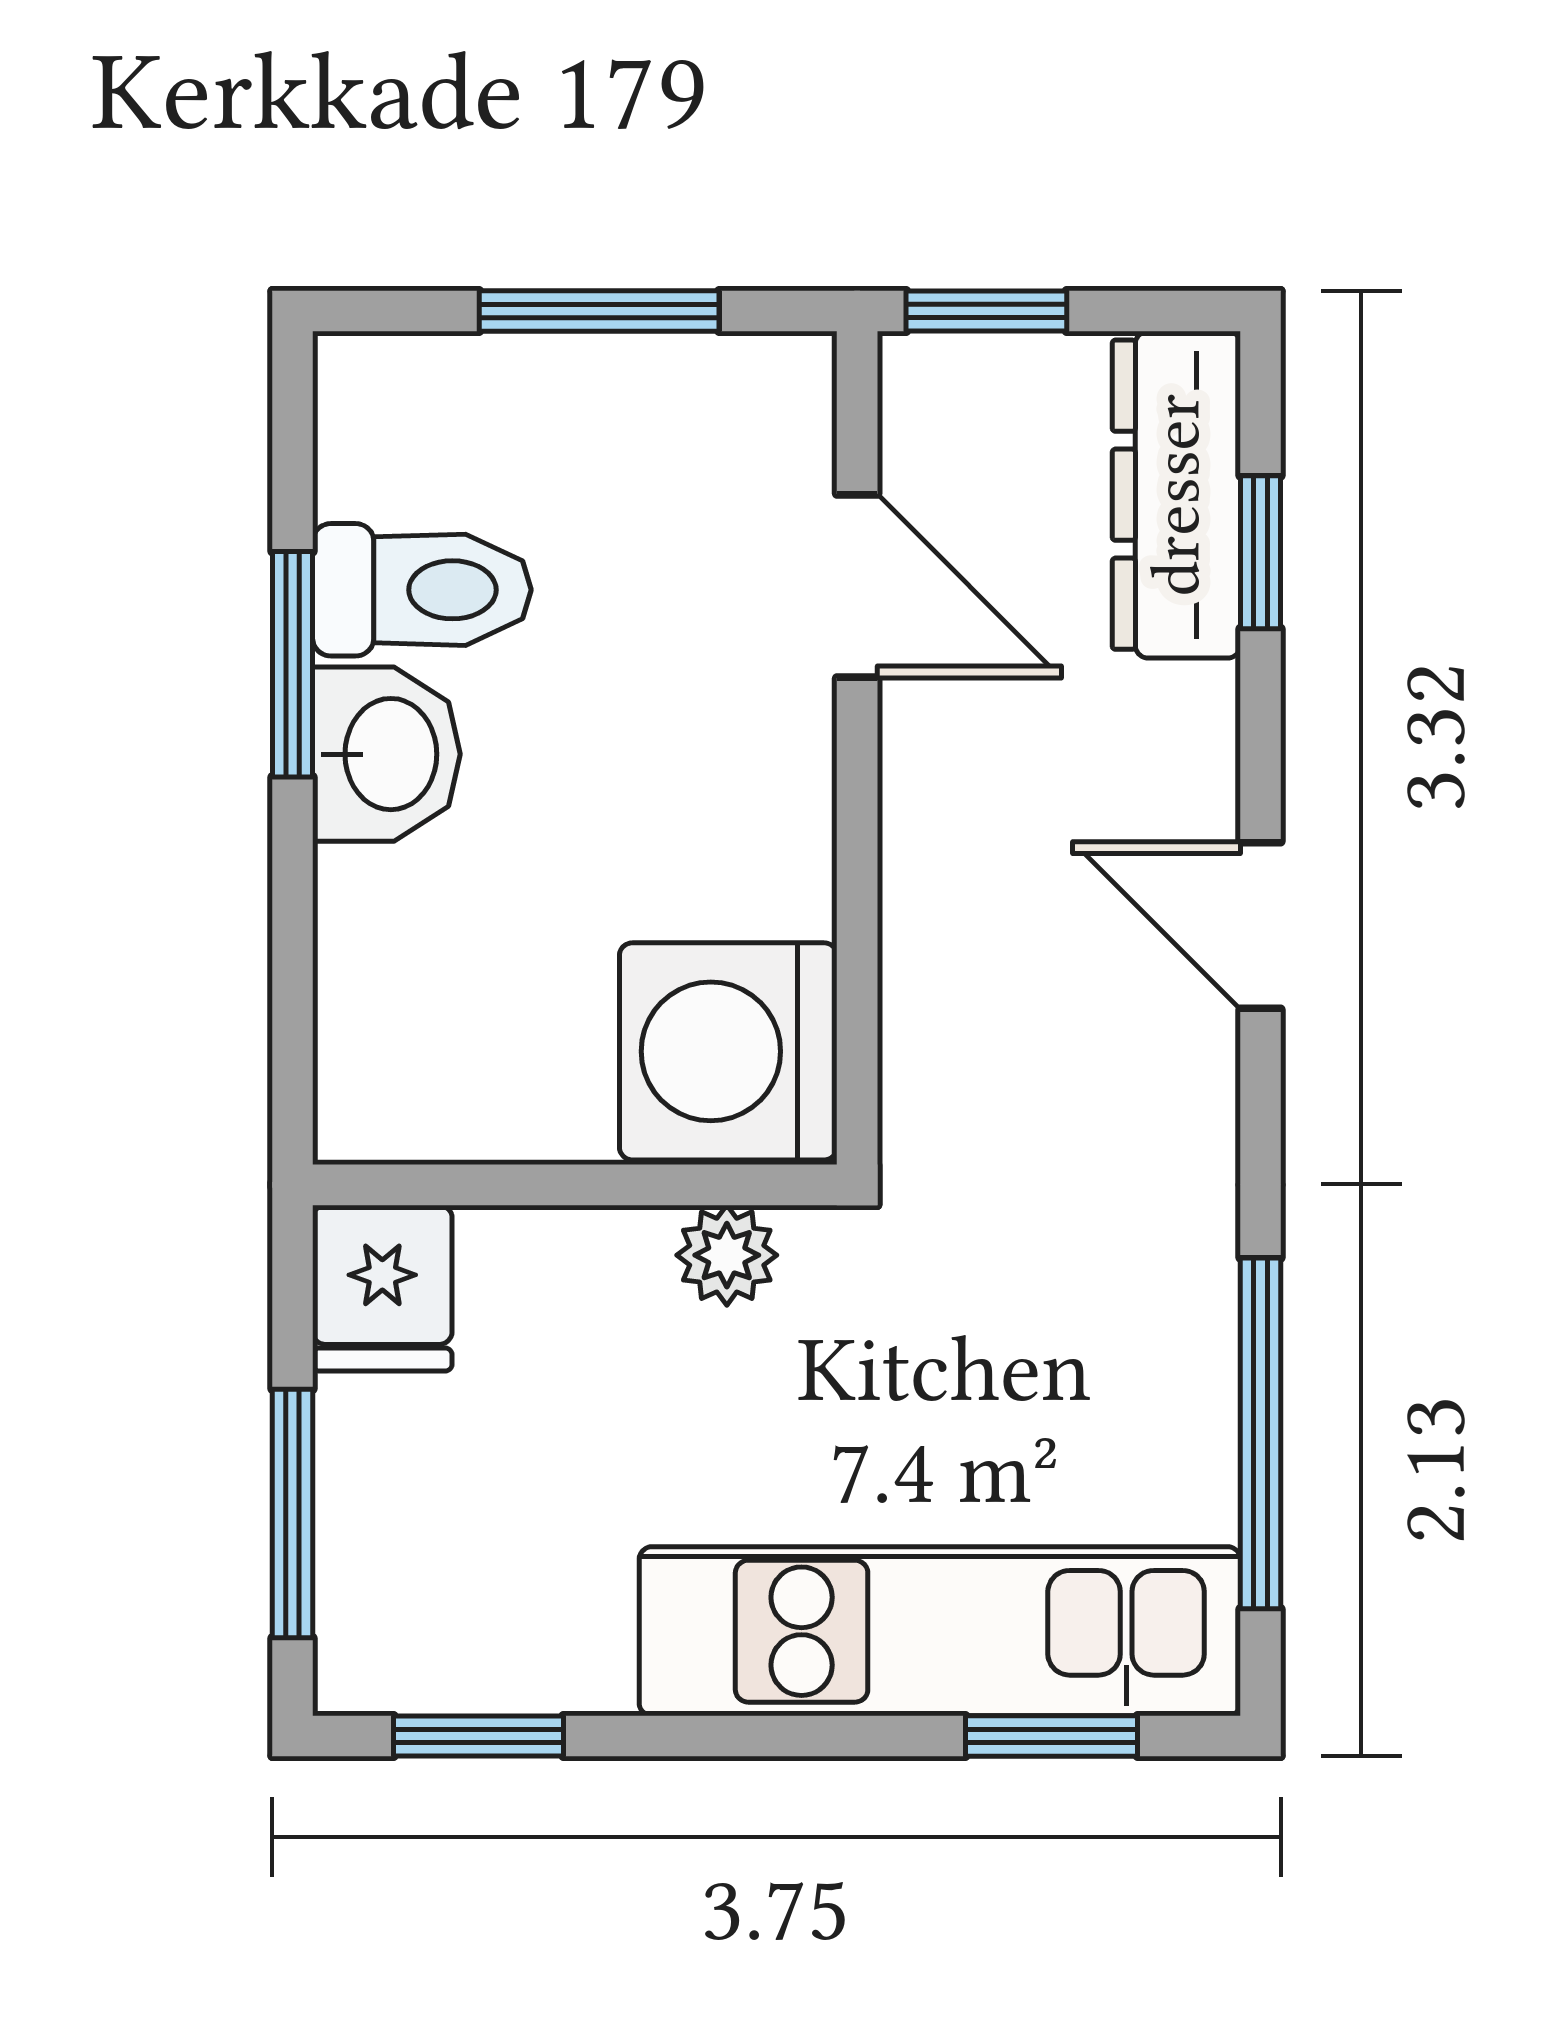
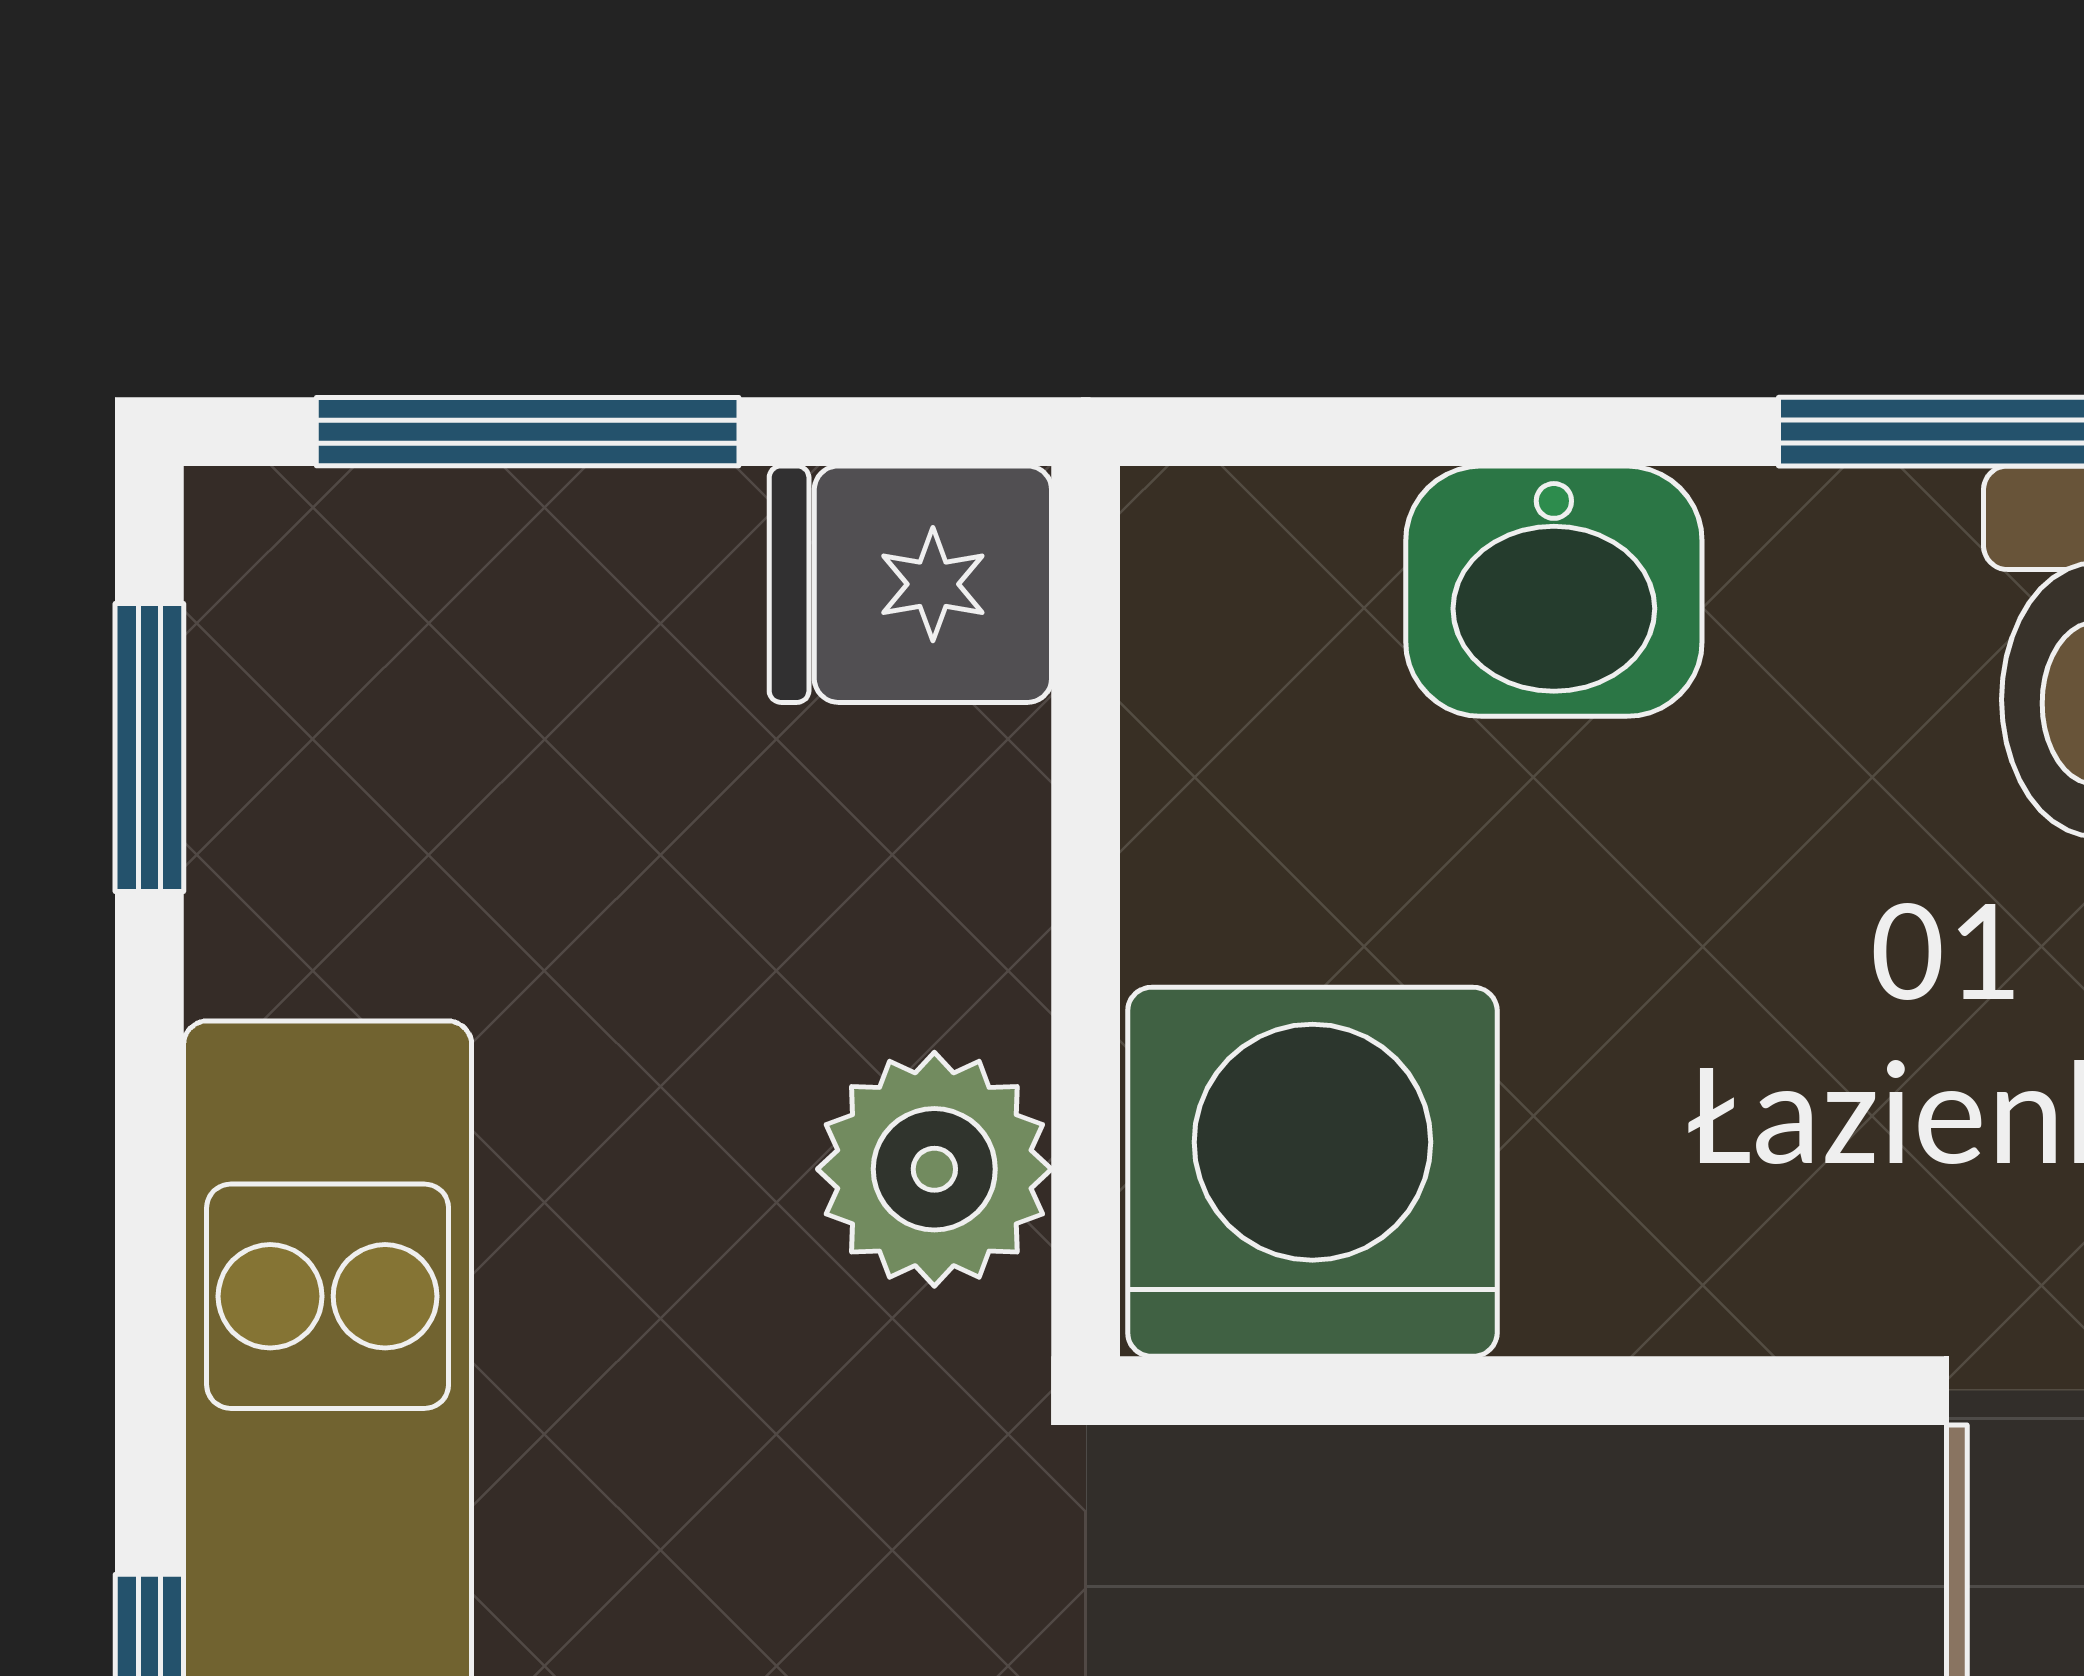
washbasin: (386, 754) -> (1554, 591), moved
plant: (727, 1255) -> (934, 1169), width x1.38, depth x1.38

